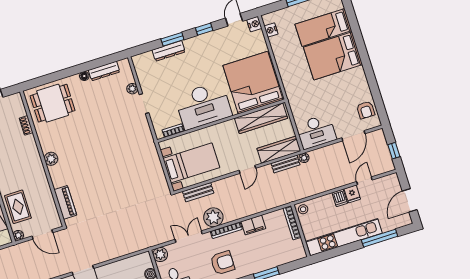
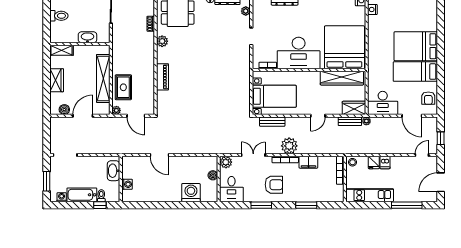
bed: (323, 27) -> (415, 72), moved
plant: (132, 89) -> (246, 11), moved
door: (353, 136) -> (412, 116), hinge flipped
wardrobe: (279, 150) -> (354, 108), width x0.67
plant: (51, 159) -> (162, 41), moved
door: (364, 181) -> (422, 155), moved
fridge: (352, 194) -> (374, 162), moved
piano: (65, 202) -> (163, 77), moved
plant: (213, 217) -> (289, 146), moved
kitchen unit: (344, 237) -> (370, 195), width x0.73

